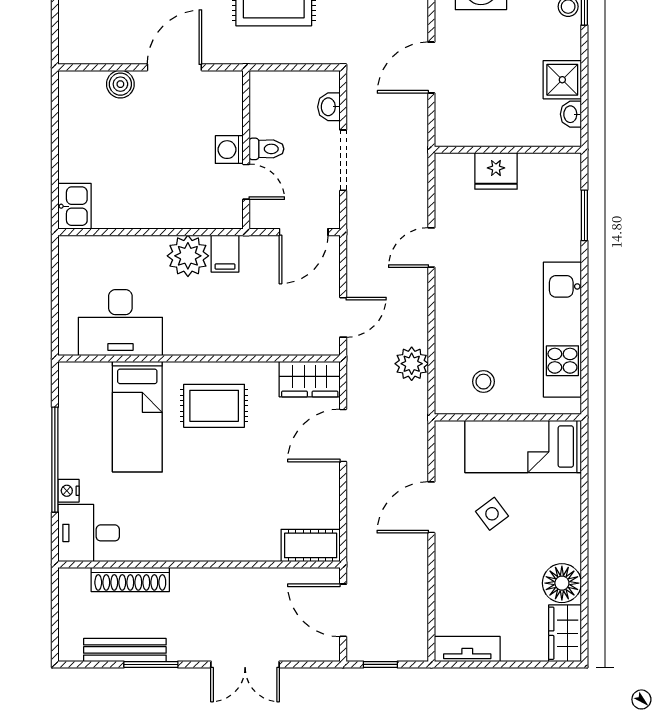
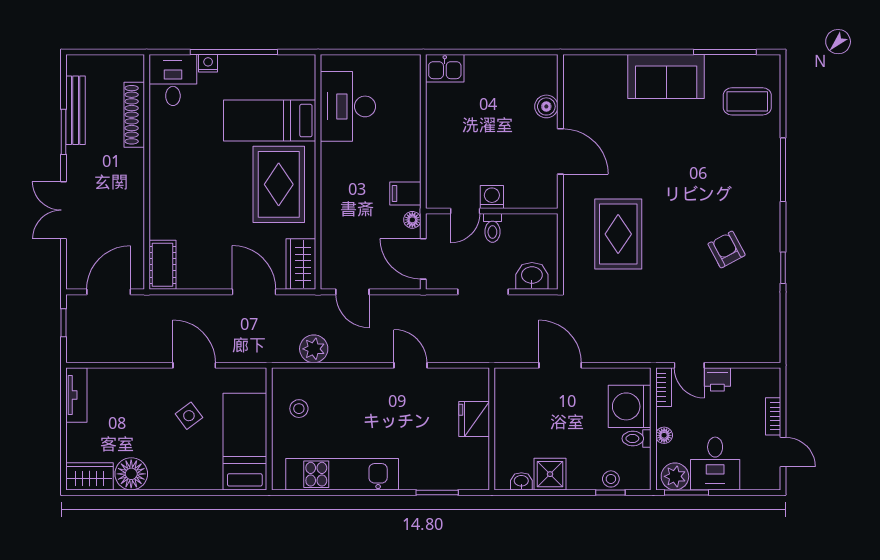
washbasin: (329, 107) -> (532, 276), width x1.38, depth x1.45
floor lamp: (257, 245) -> (412, 220), added
plant: (188, 256) -> (404, 163), removed
rug: (214, 406) -> (279, 184), width x1.36, depth x1.43

